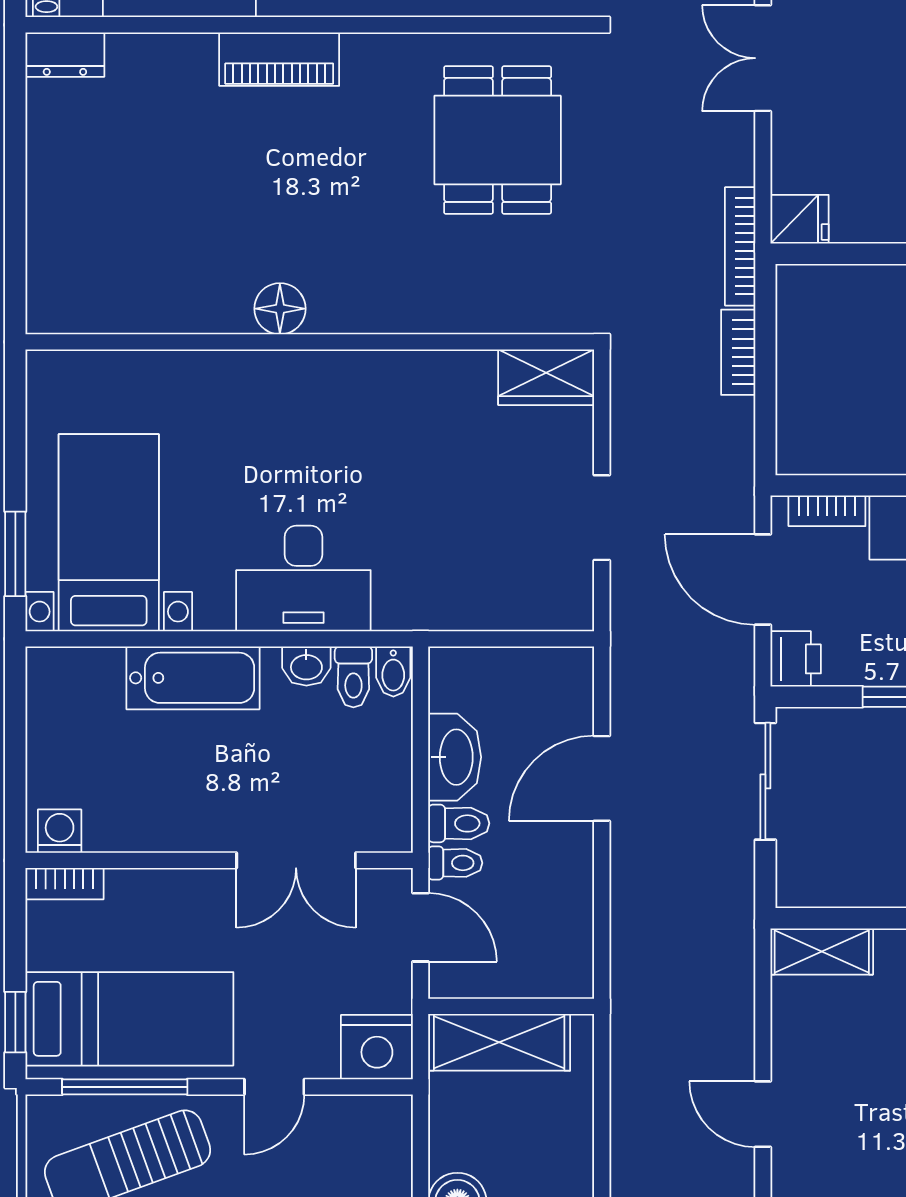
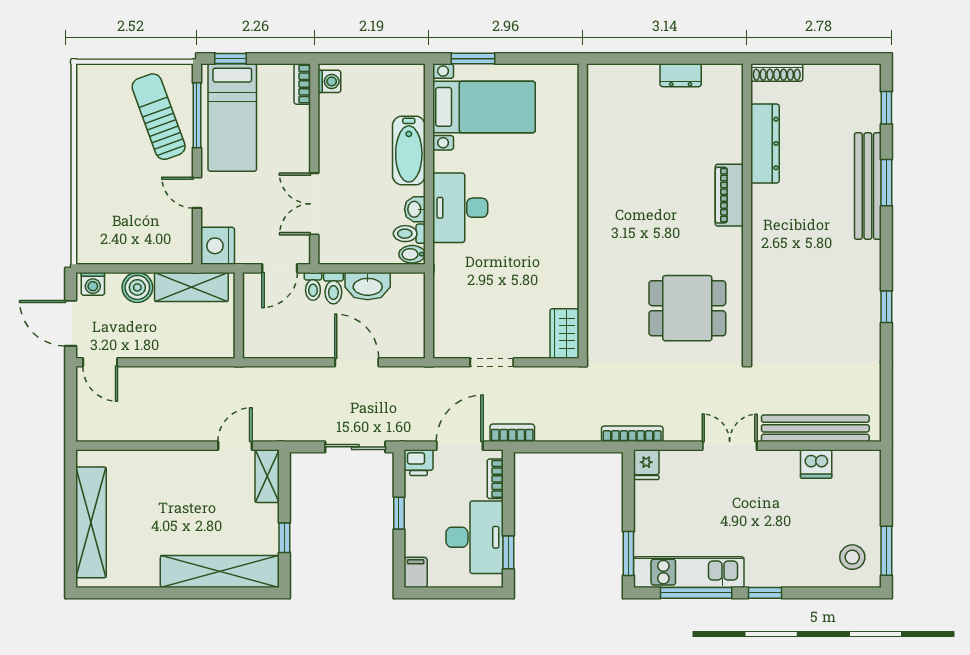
dresser: (65, 55) -> (681, 75), moved, turned -90
floor lamp: (280, 309) -> (600, 196), removed
bookcase: (738, 352) -> (512, 433), moved
shelving: (499, 1042) -> (191, 287), moved, turned 90
door: (763, 1114) -> (235, 446), moved

